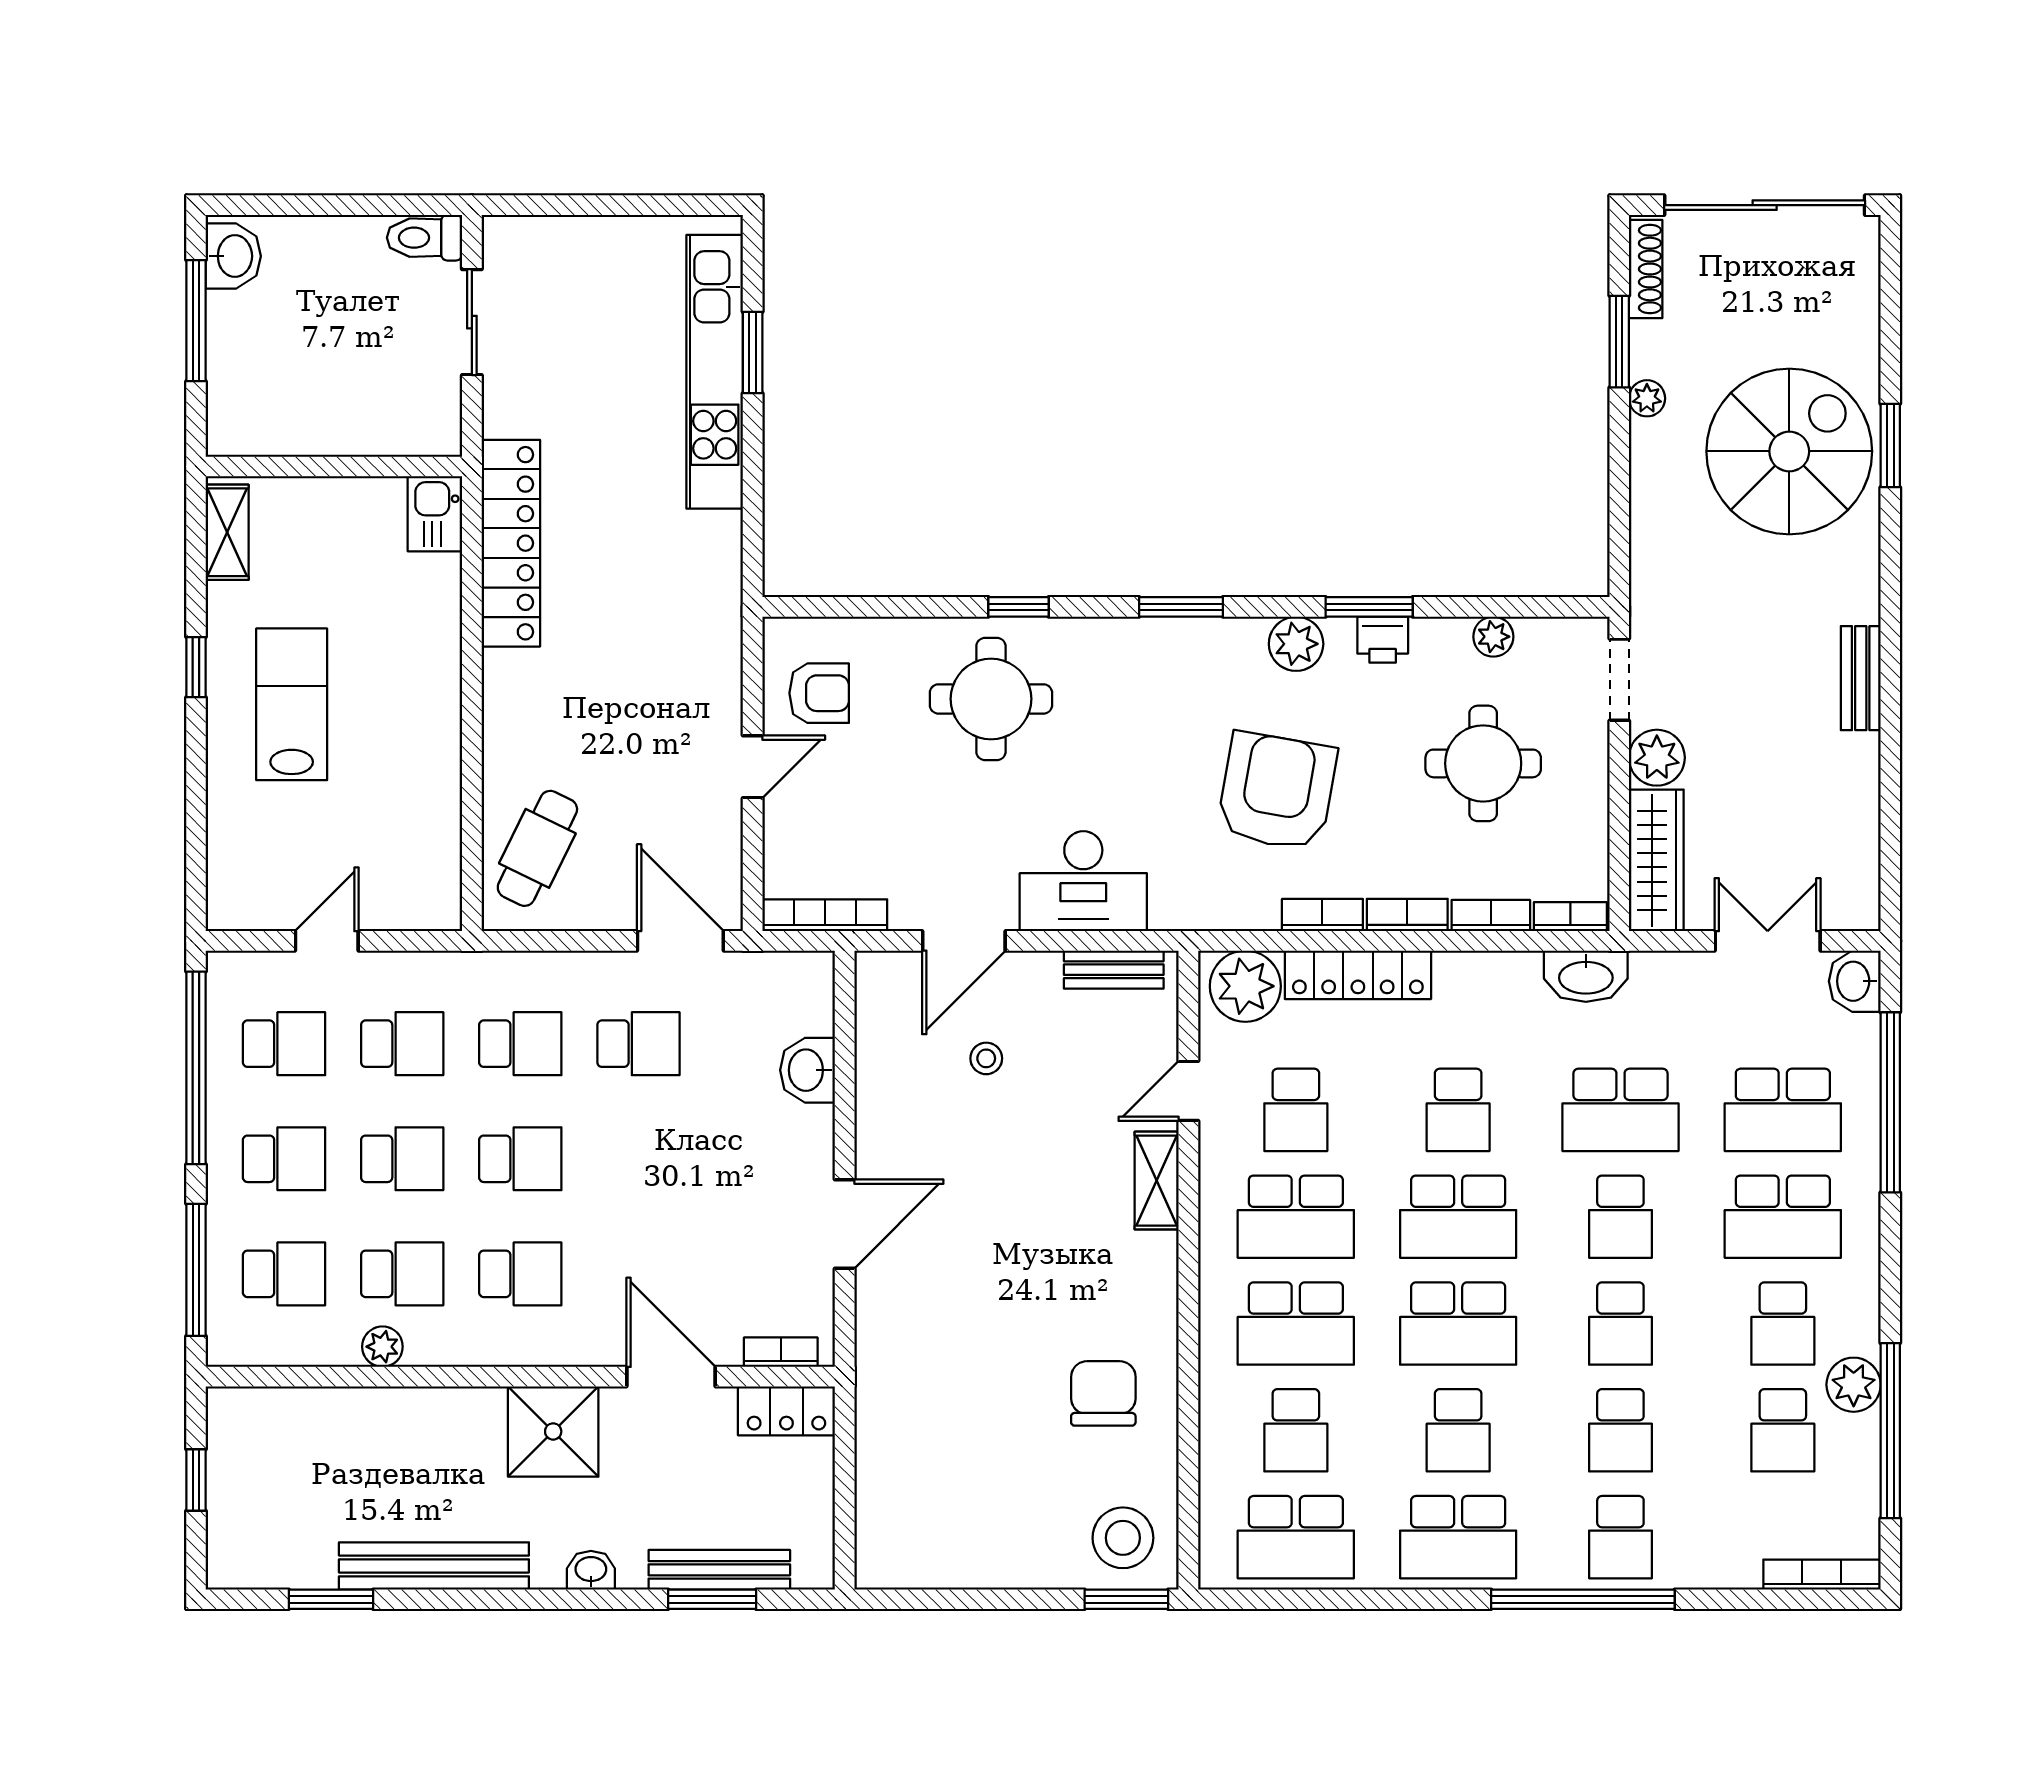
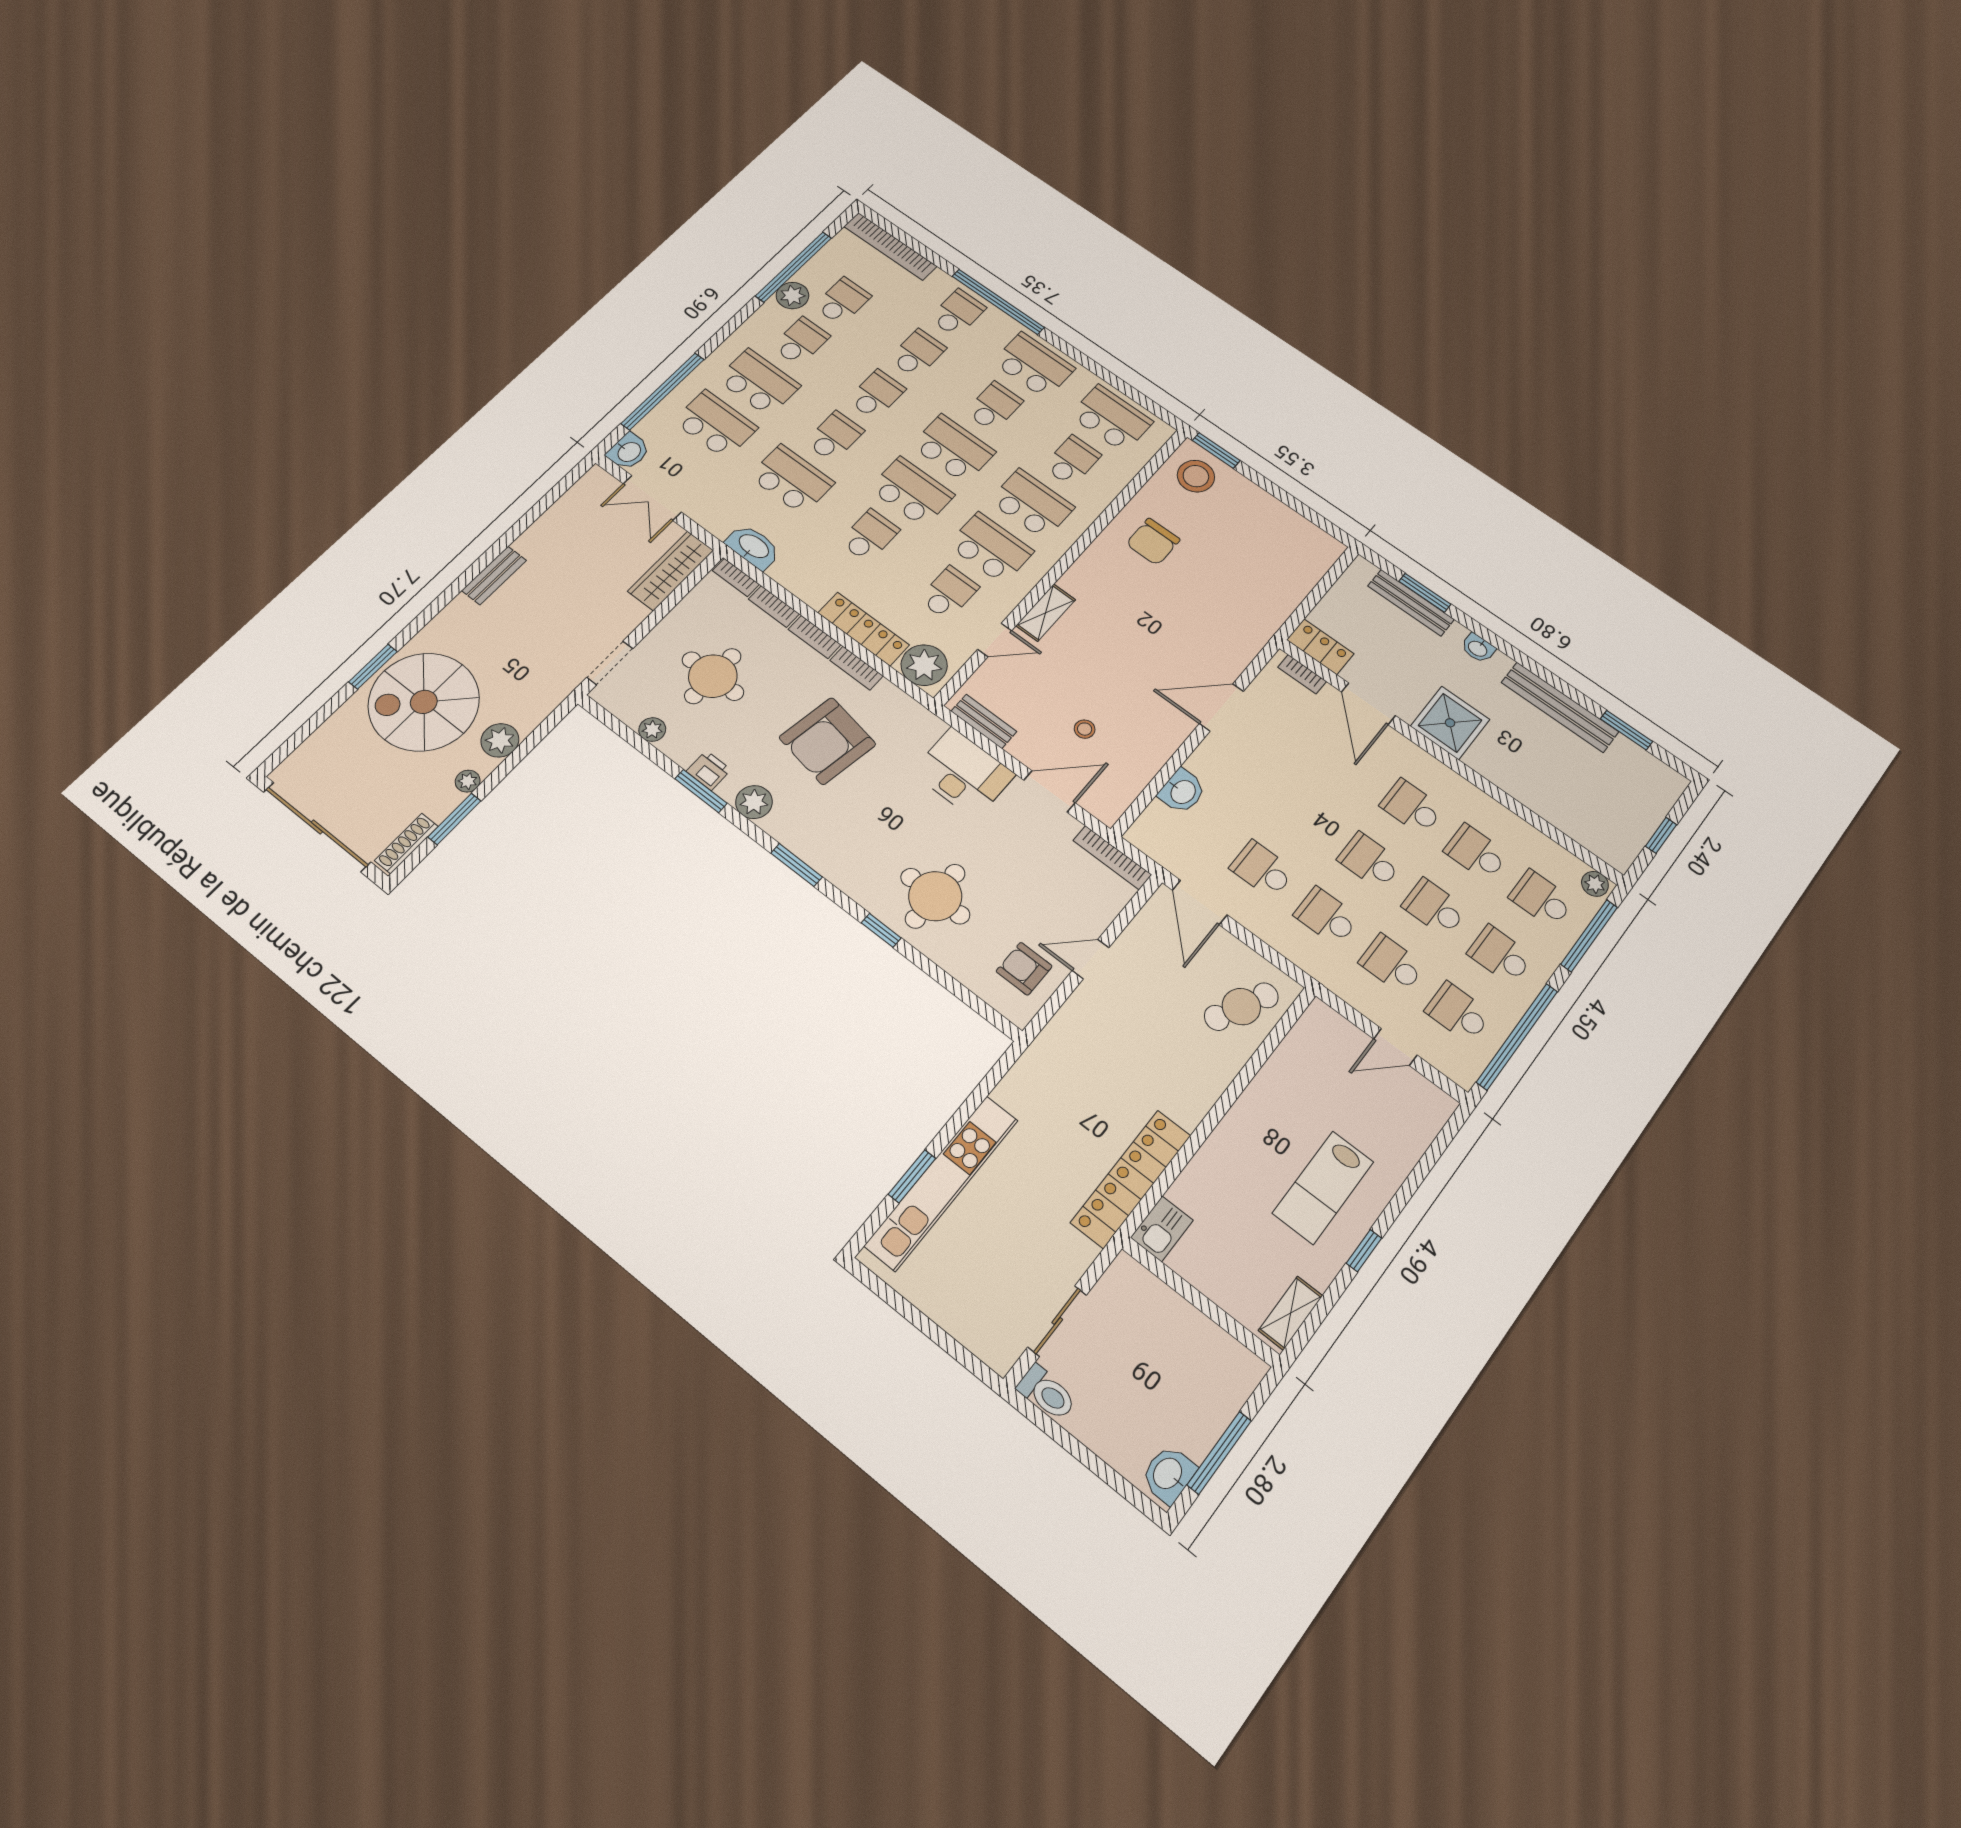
plant: (1657, 758) -> (500, 740), moved
plant: (382, 1347) -> (1595, 884), moved
bookcase: (1822, 1575) -> (890, 246), width x1.48, depth x1.31

